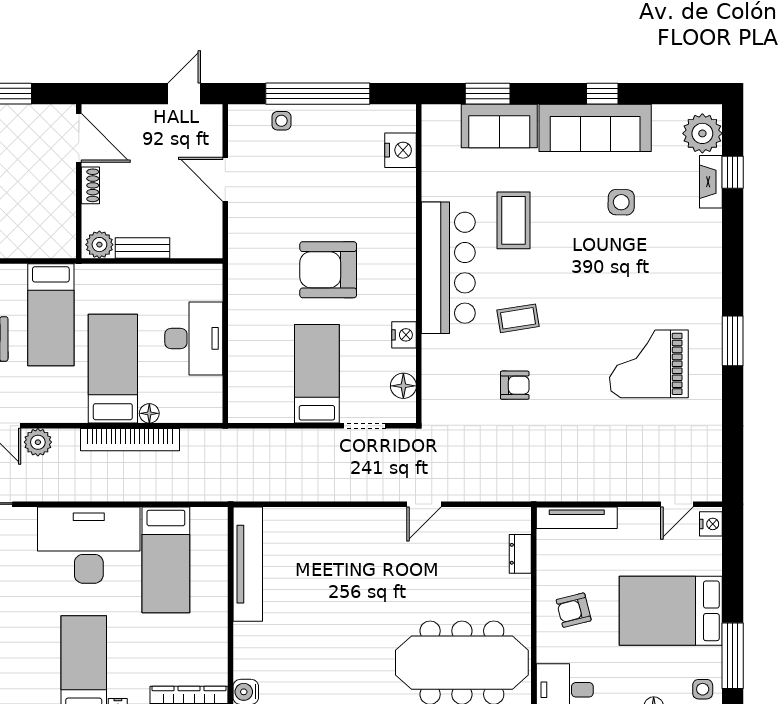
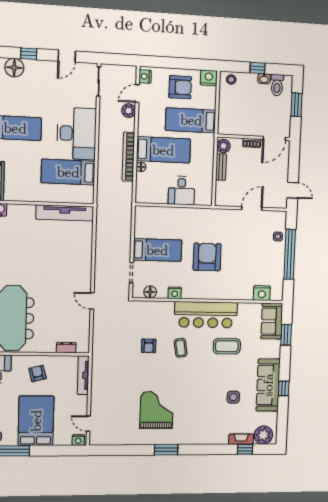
sofa: (499, 126) -> (272, 321), moved
desk: (194, 338) -> (181, 191), width x0.73

